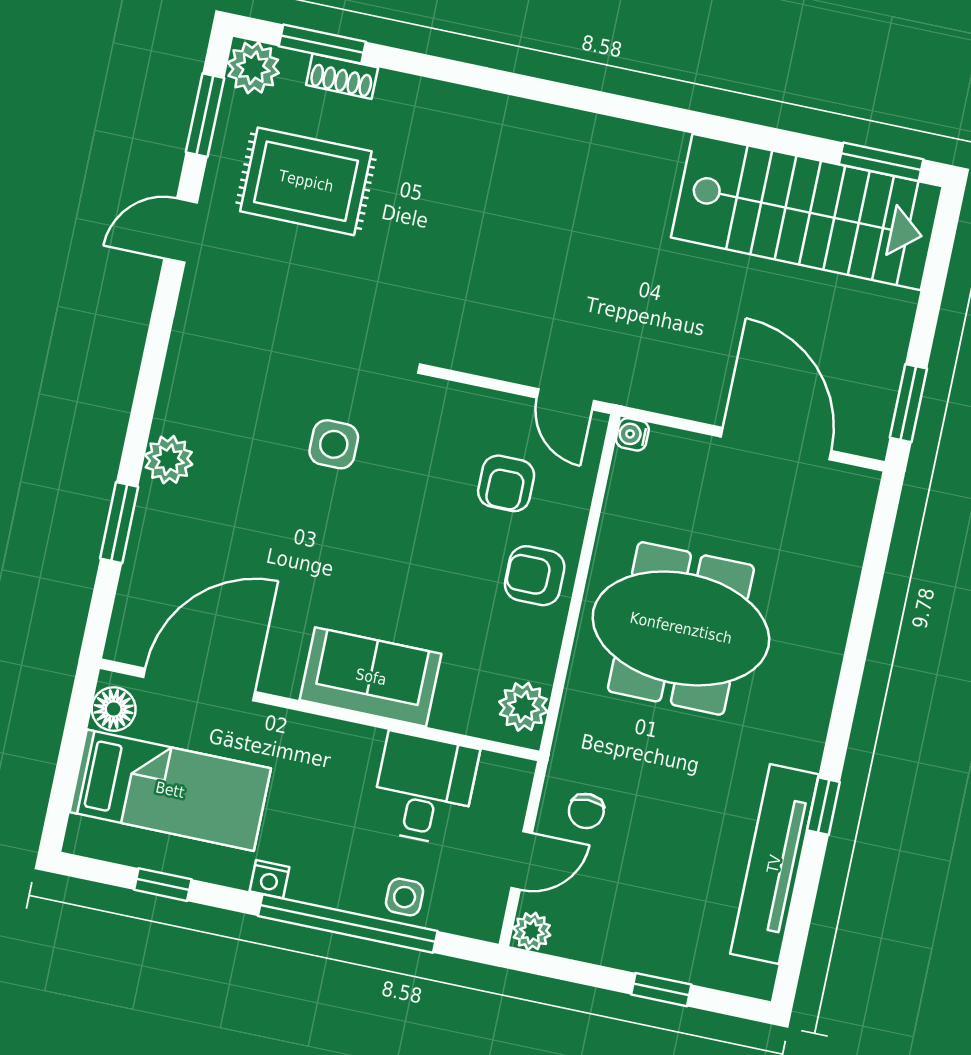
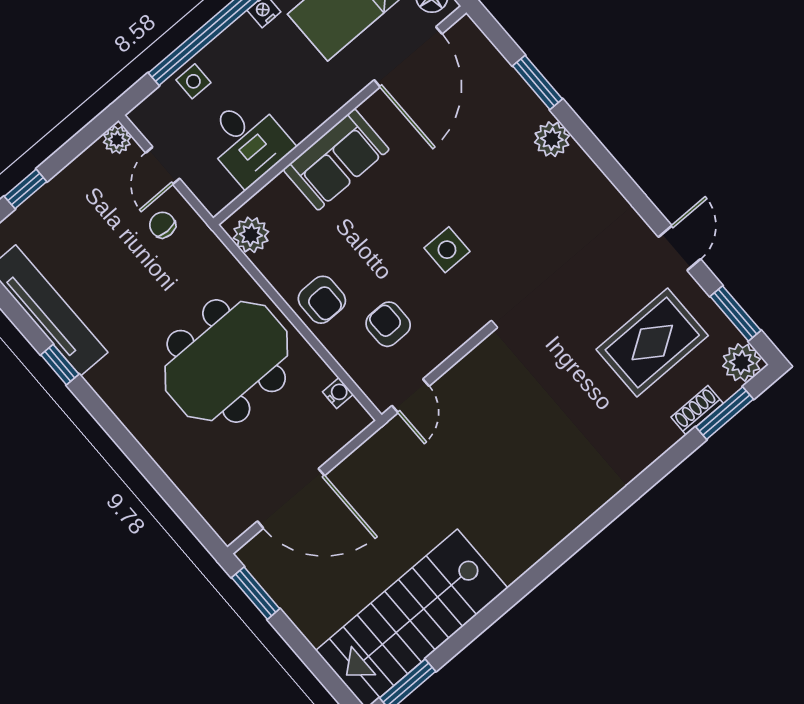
door: (565, 399) -> (410, 396), swing flipped
water cooler: (632, 434) -> (338, 393), moved
side table: (334, 444) -> (447, 250), moved
armchair: (535, 576) -> (322, 300), turned 90

